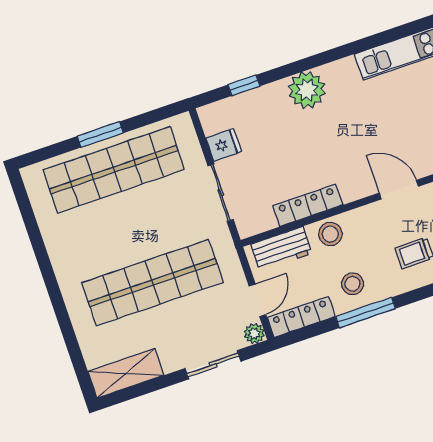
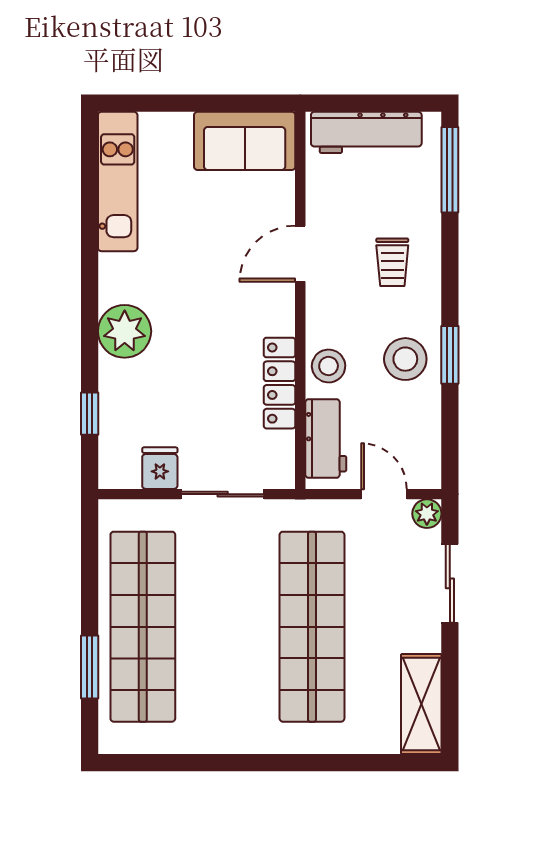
window: (100, 135) -> (90, 667), moved
stool: (353, 284) -> (405, 359), width x1.38, depth x1.38
window: (366, 313) -> (450, 355), width x0.69
locker: (301, 317) -> (426, 443), removed

